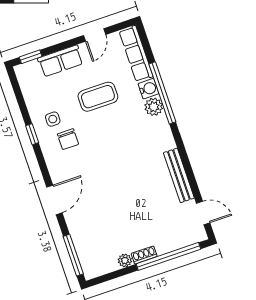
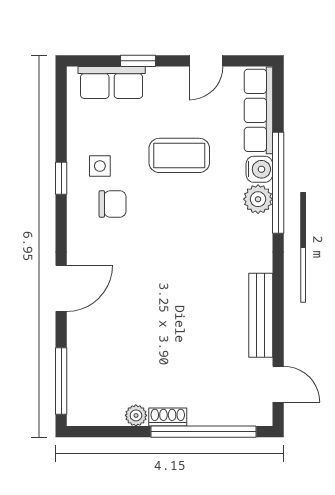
window: (31, 57) -> (138, 61), moved
row of seats: (60, 61) -> (112, 83), moved
chair: (68, 139) -> (113, 204), turned -90

